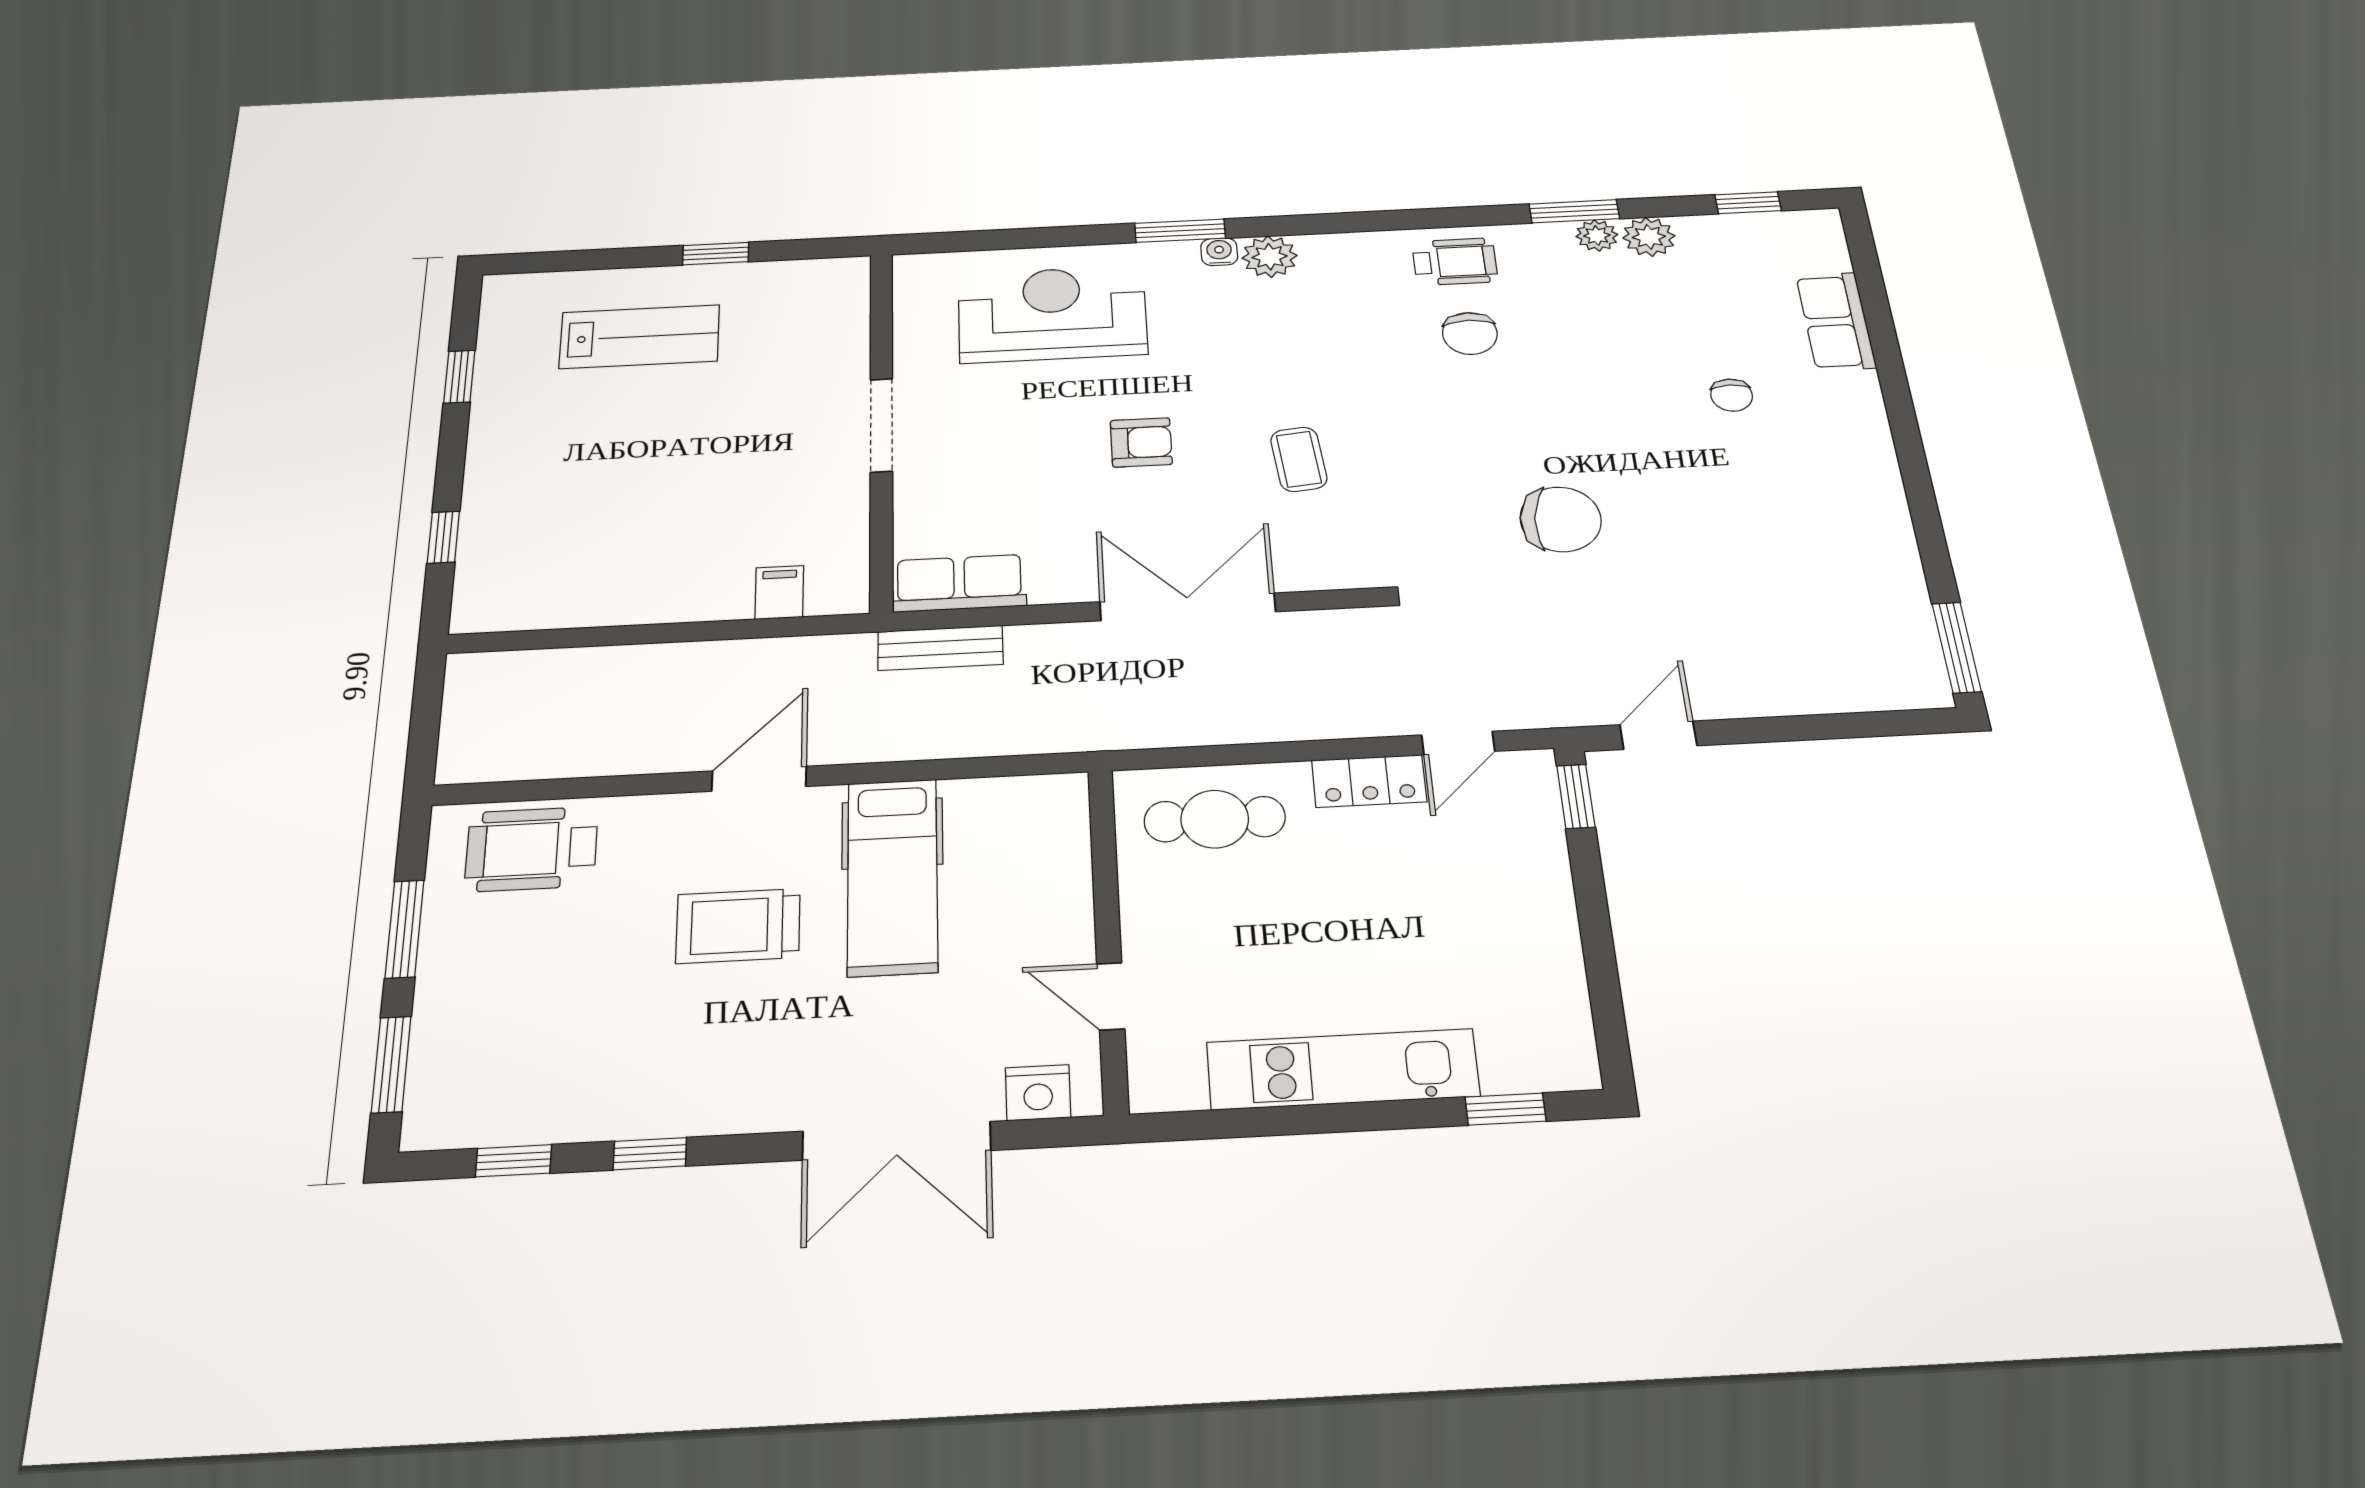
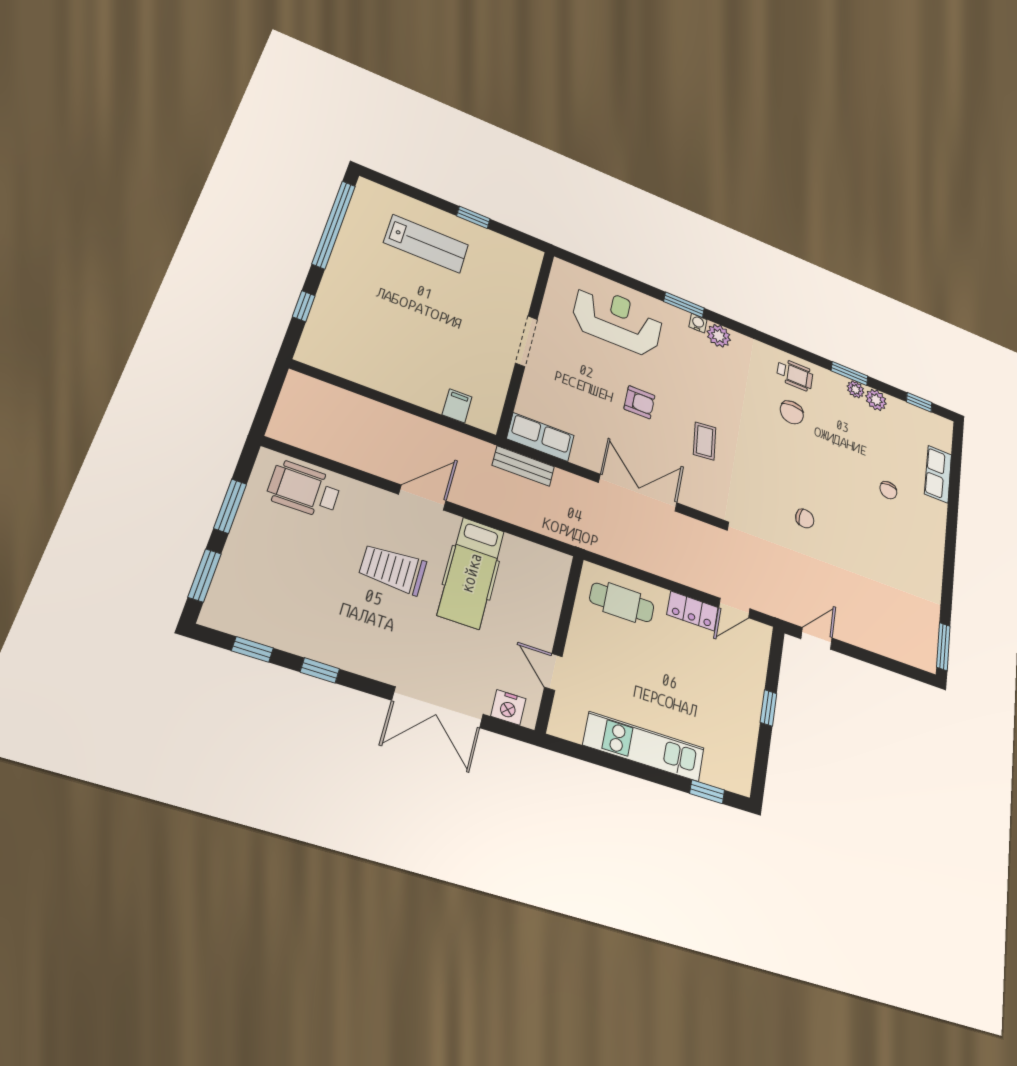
window: (459, 377) -> (334, 225), width x3.17
chair: (1561, 519) -> (805, 519), width x0.54, depth x0.54
window: (1576, 796) -> (768, 708), moved

